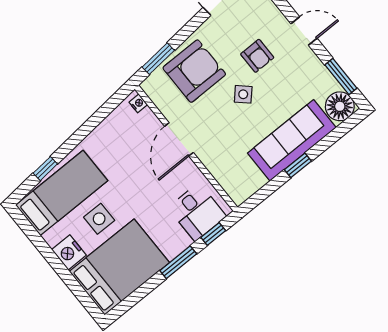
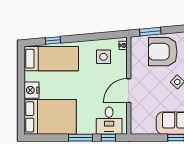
armchair: (194, 71) -> (163, 52), turned 180
door: (179, 139) -> (129, 91), moved
side table: (99, 219) -> (103, 57), moved

